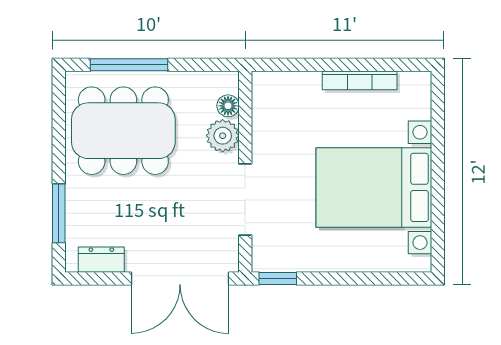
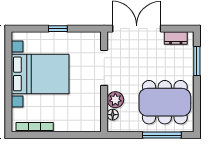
bookcase: (360, 80) -> (35, 127), moved
window: (278, 279) -> (58, 29), moved

